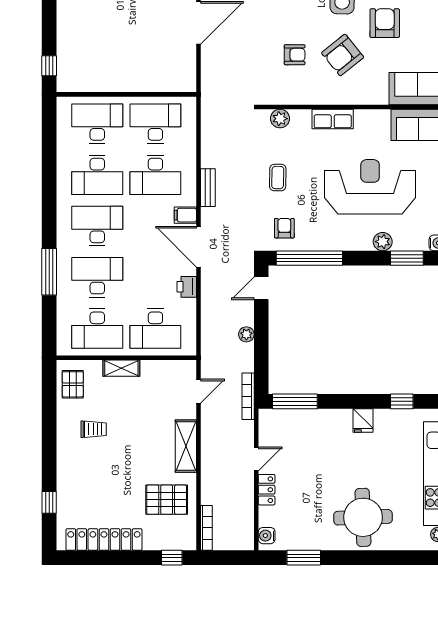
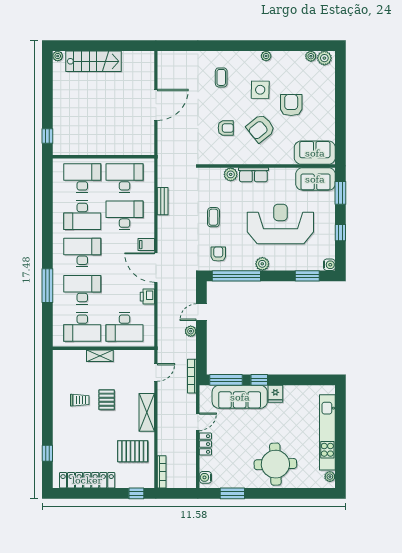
plant: (280, 119) -> (231, 174), moved
desk: (155, 175) -> (125, 215), turned 180
bench: (208, 188) -> (163, 201), moved
plant: (383, 242) -> (262, 264), moved
door: (261, 288) -> (201, 312), moved
pallet: (73, 384) -> (107, 400), moved
window: (402, 401) -> (259, 380), moved
sofa: (314, 425) -> (240, 397), added

